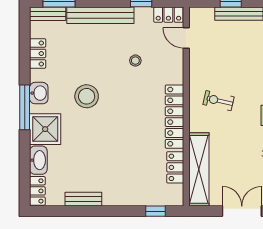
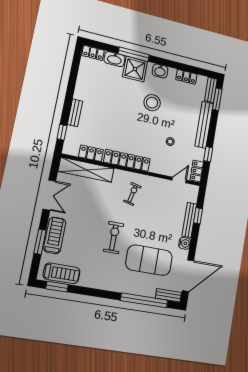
window: (25, 107) -> (134, 54), moved
bench: (83, 199) -> (75, 113), moved

